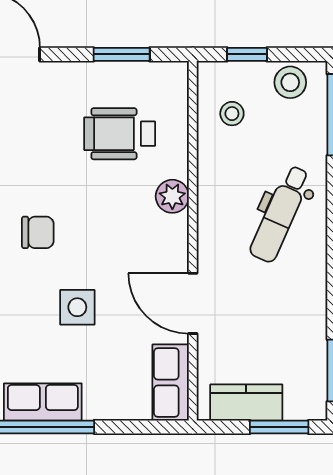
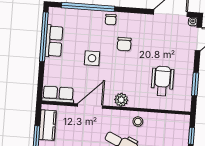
stool: (232, 114) -> (138, 122), moved
plant: (172, 196) -> (121, 100), moved

